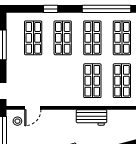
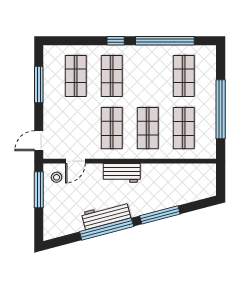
window: (51, 9) -> (116, 41), moved
shop shelf: (92, 38) -> (112, 128), moved
workbench: (92, 117) -> (122, 173), moved

